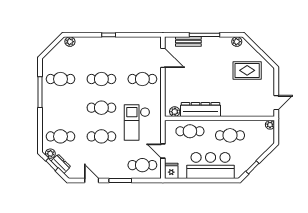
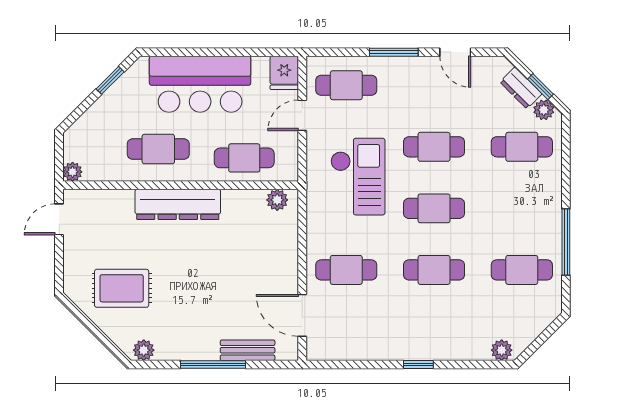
dresser: (200, 110) -> (178, 204), moved
door: (163, 151) -> (302, 115), swing flipped

